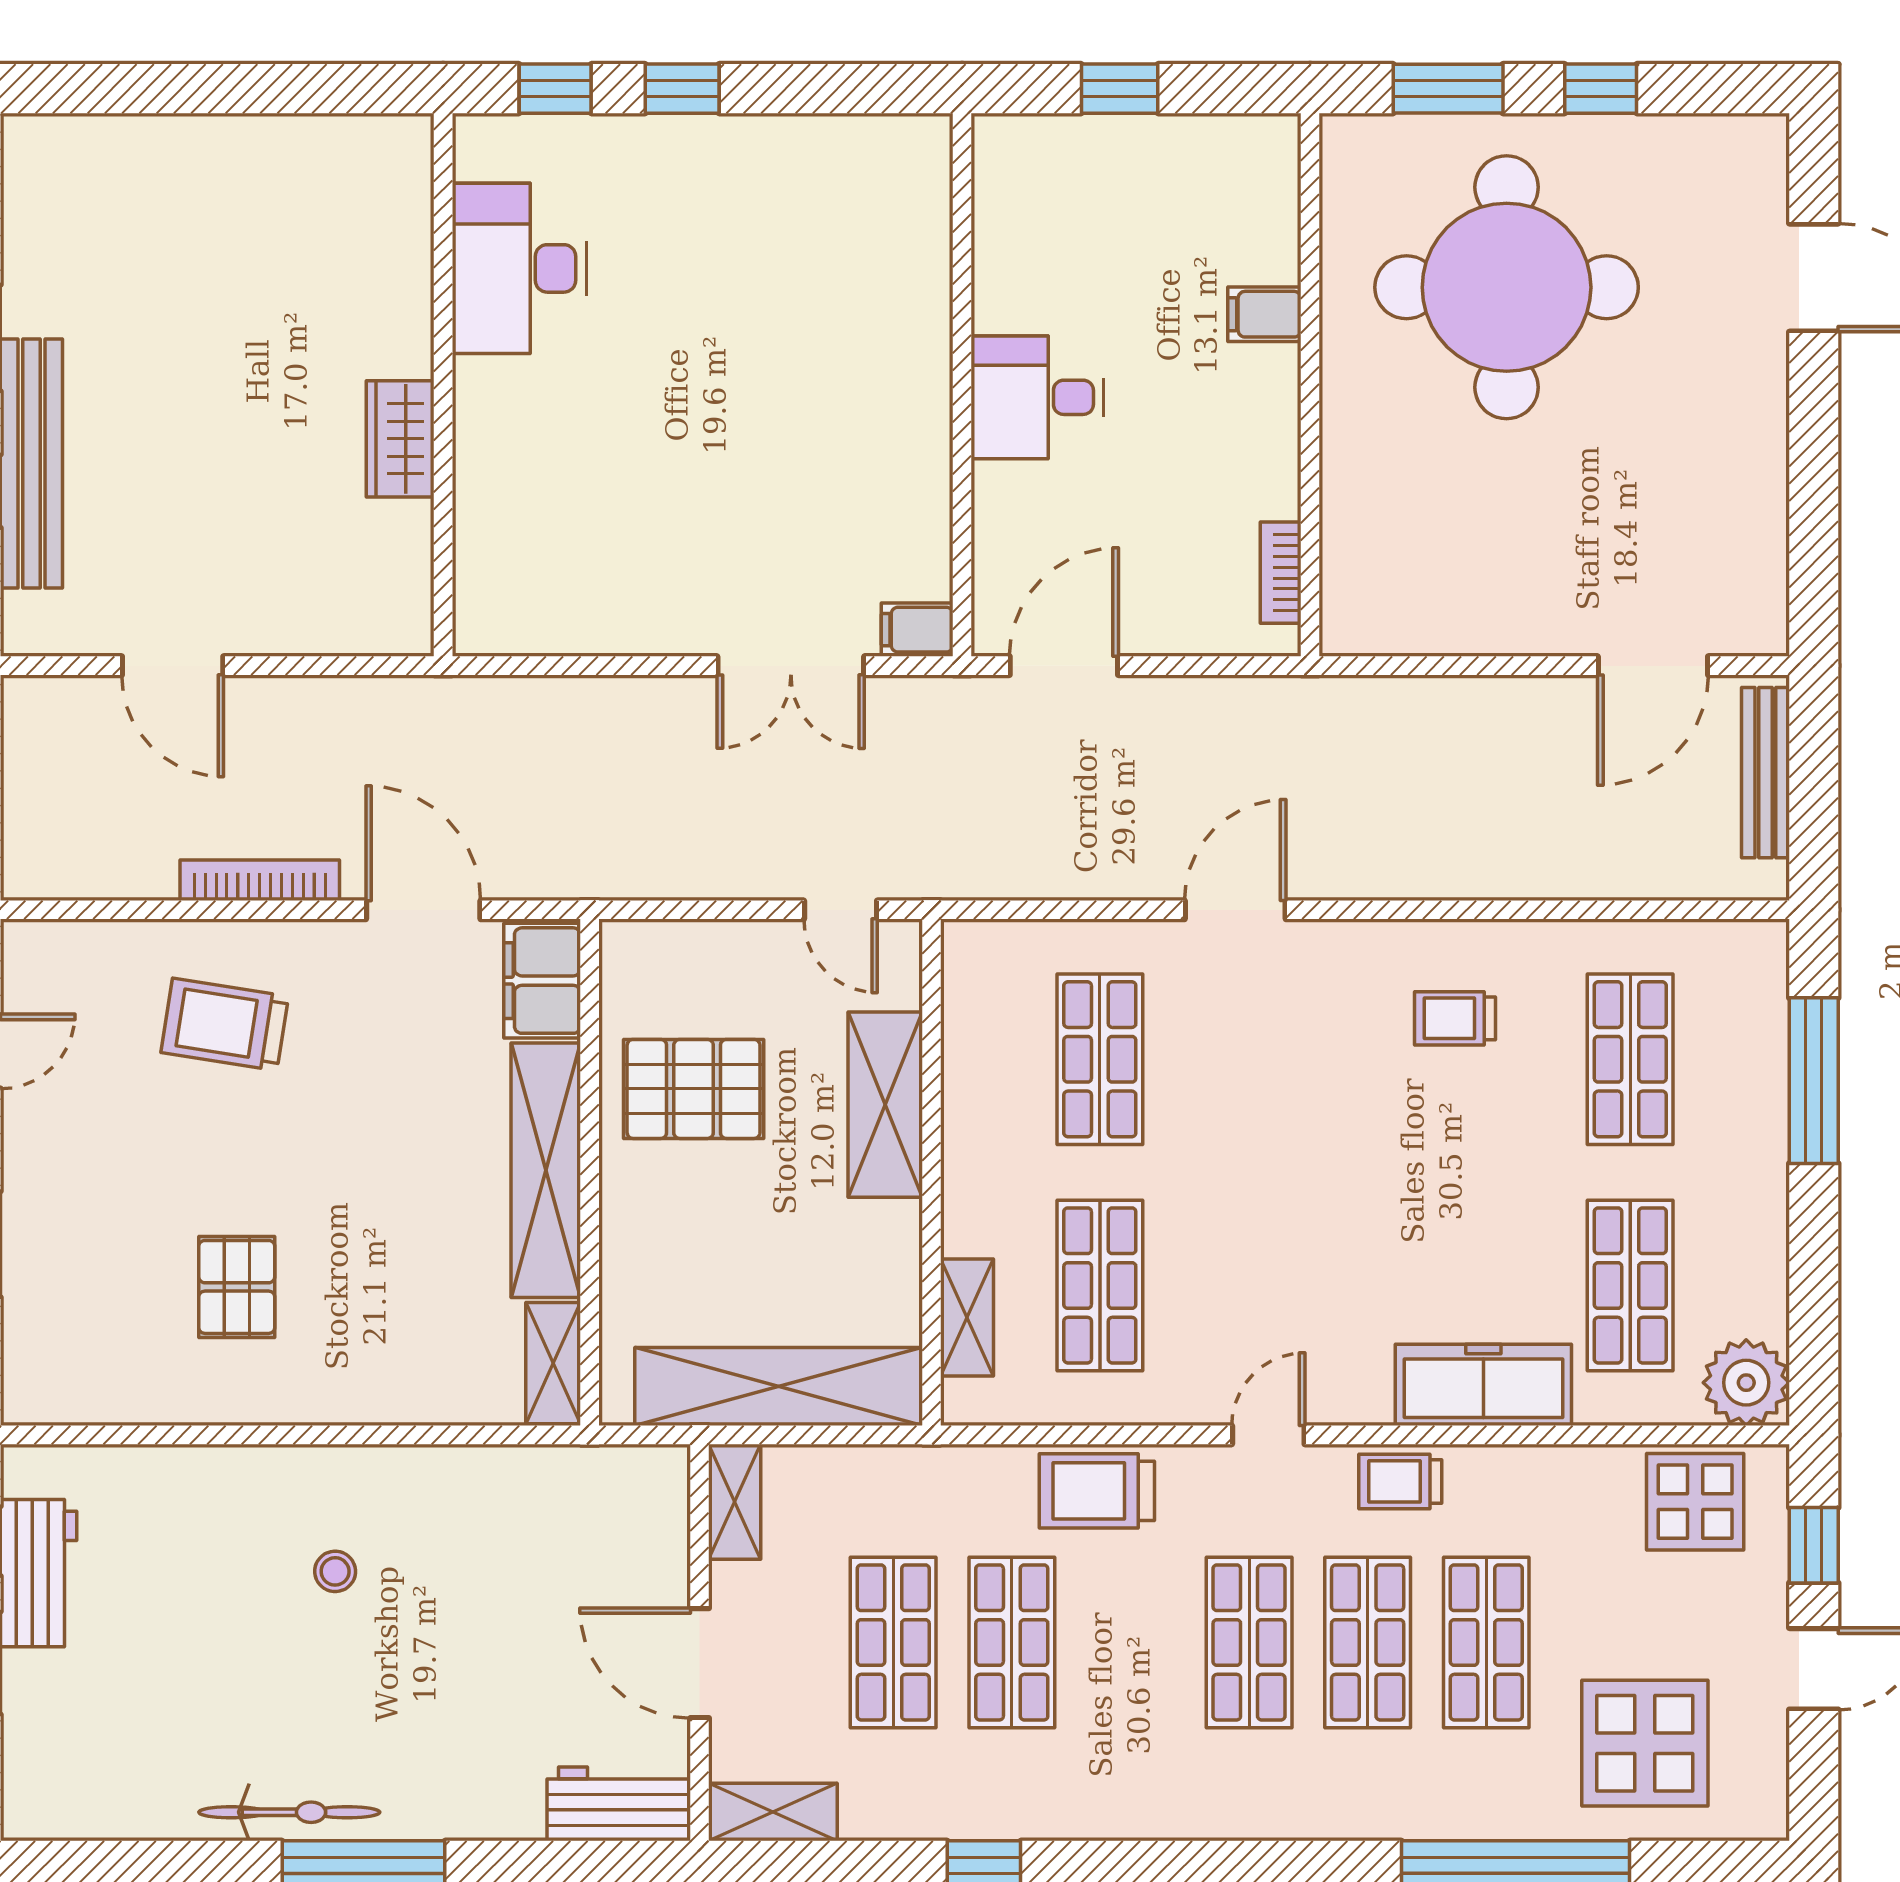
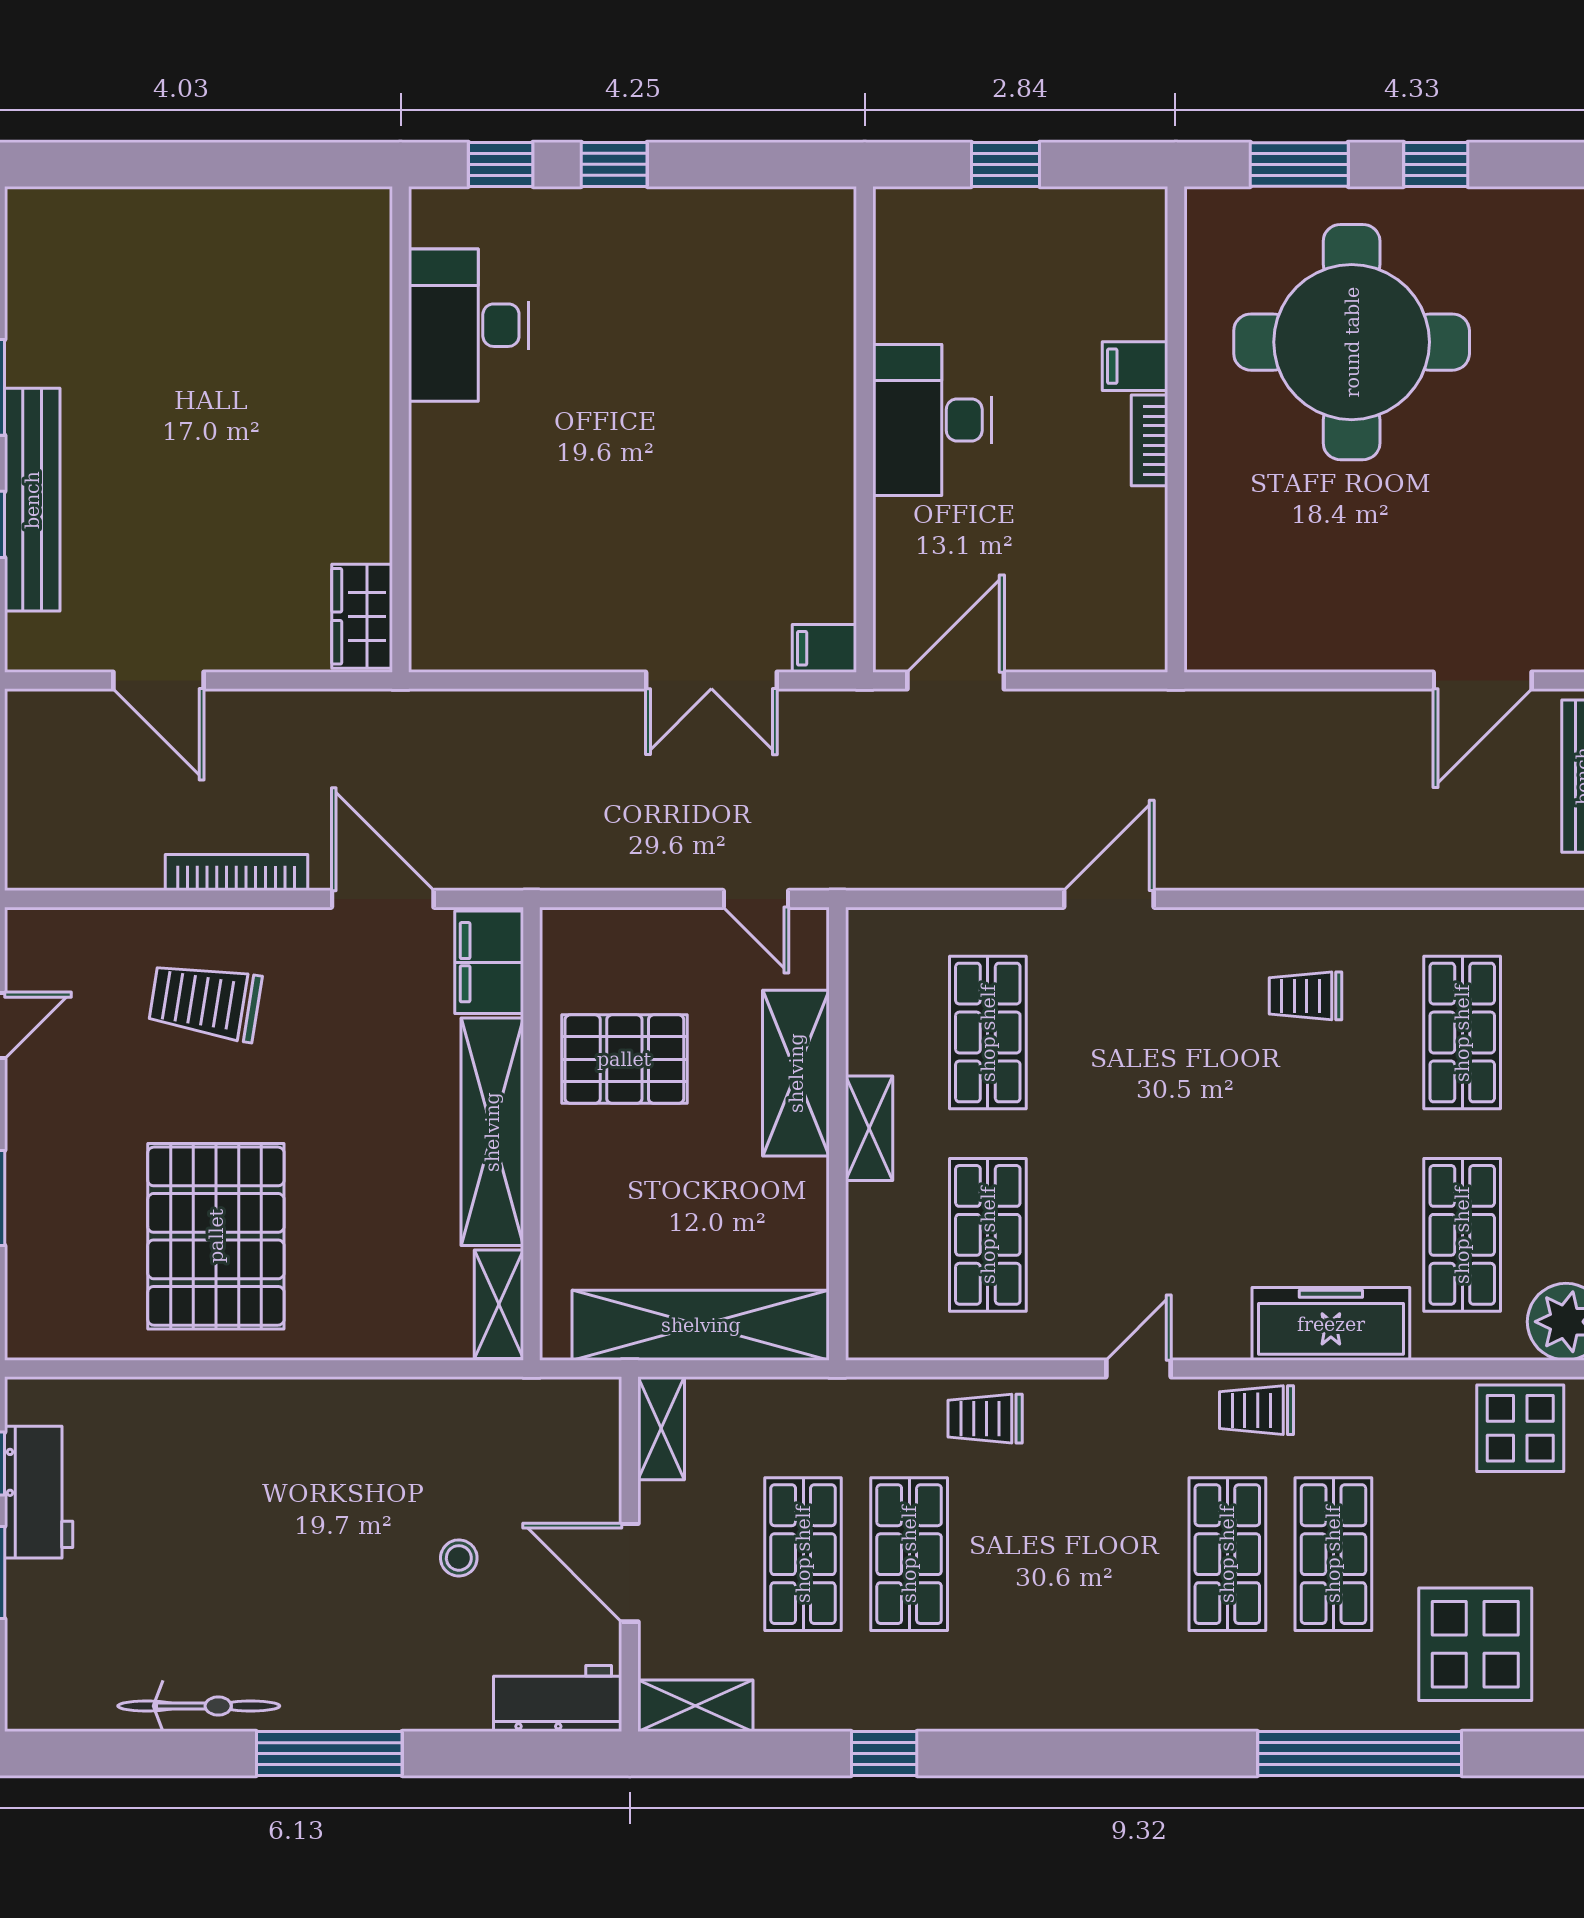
desk: (1038, 397) -> (932, 420), width x1.37
wardrobe: (400, 439) -> (362, 616), moved
bookcase: (1281, 573) -> (1150, 440), moved
pallet: (237, 1287) -> (216, 1236), width x2.05, depth x2.00
shelving: (967, 1318) -> (869, 1128), moved
trolley: (1097, 1491) -> (985, 1419), width x0.73, depth x0.72
stool: (335, 1571) -> (459, 1558), moved
shop shelf: (1249, 1642) -> (1121, 1554), removed
bicycle: (289, 1812) -> (199, 1706), moved

